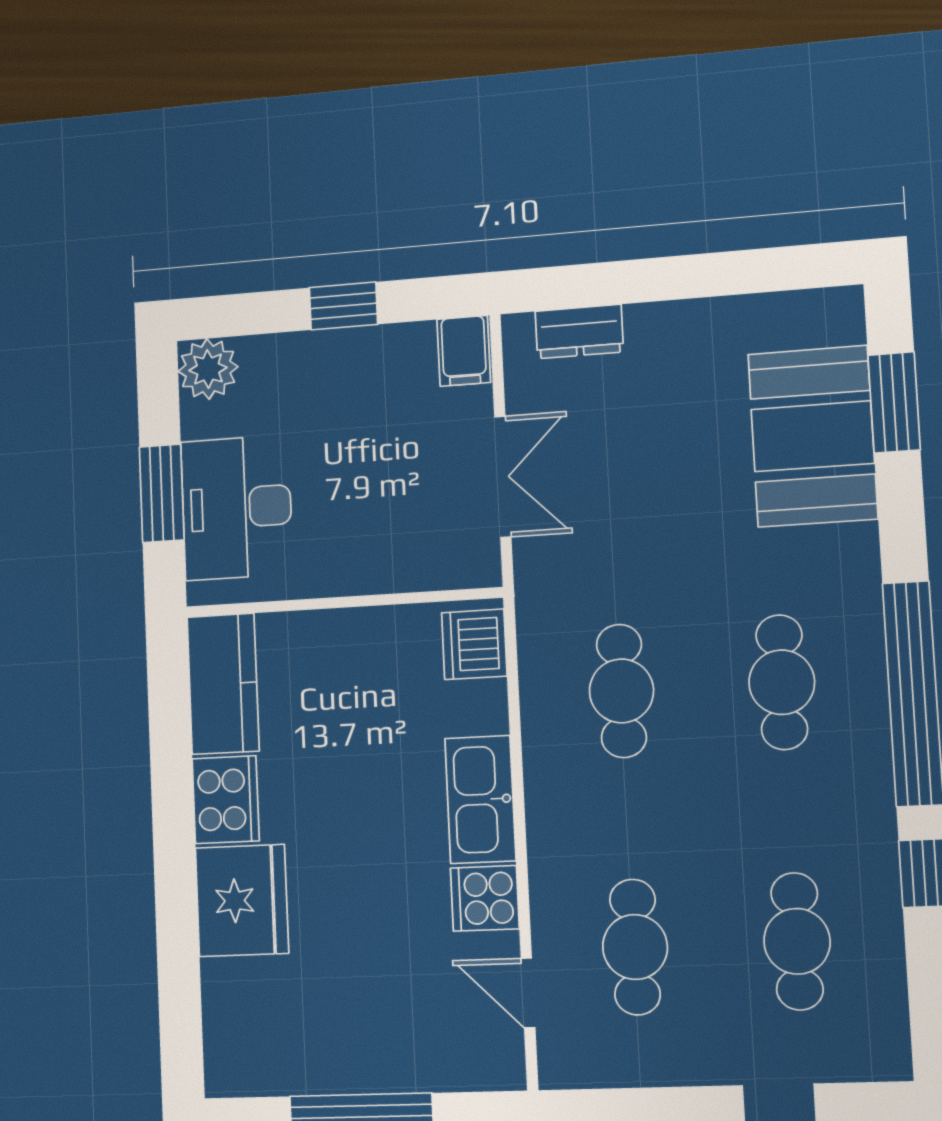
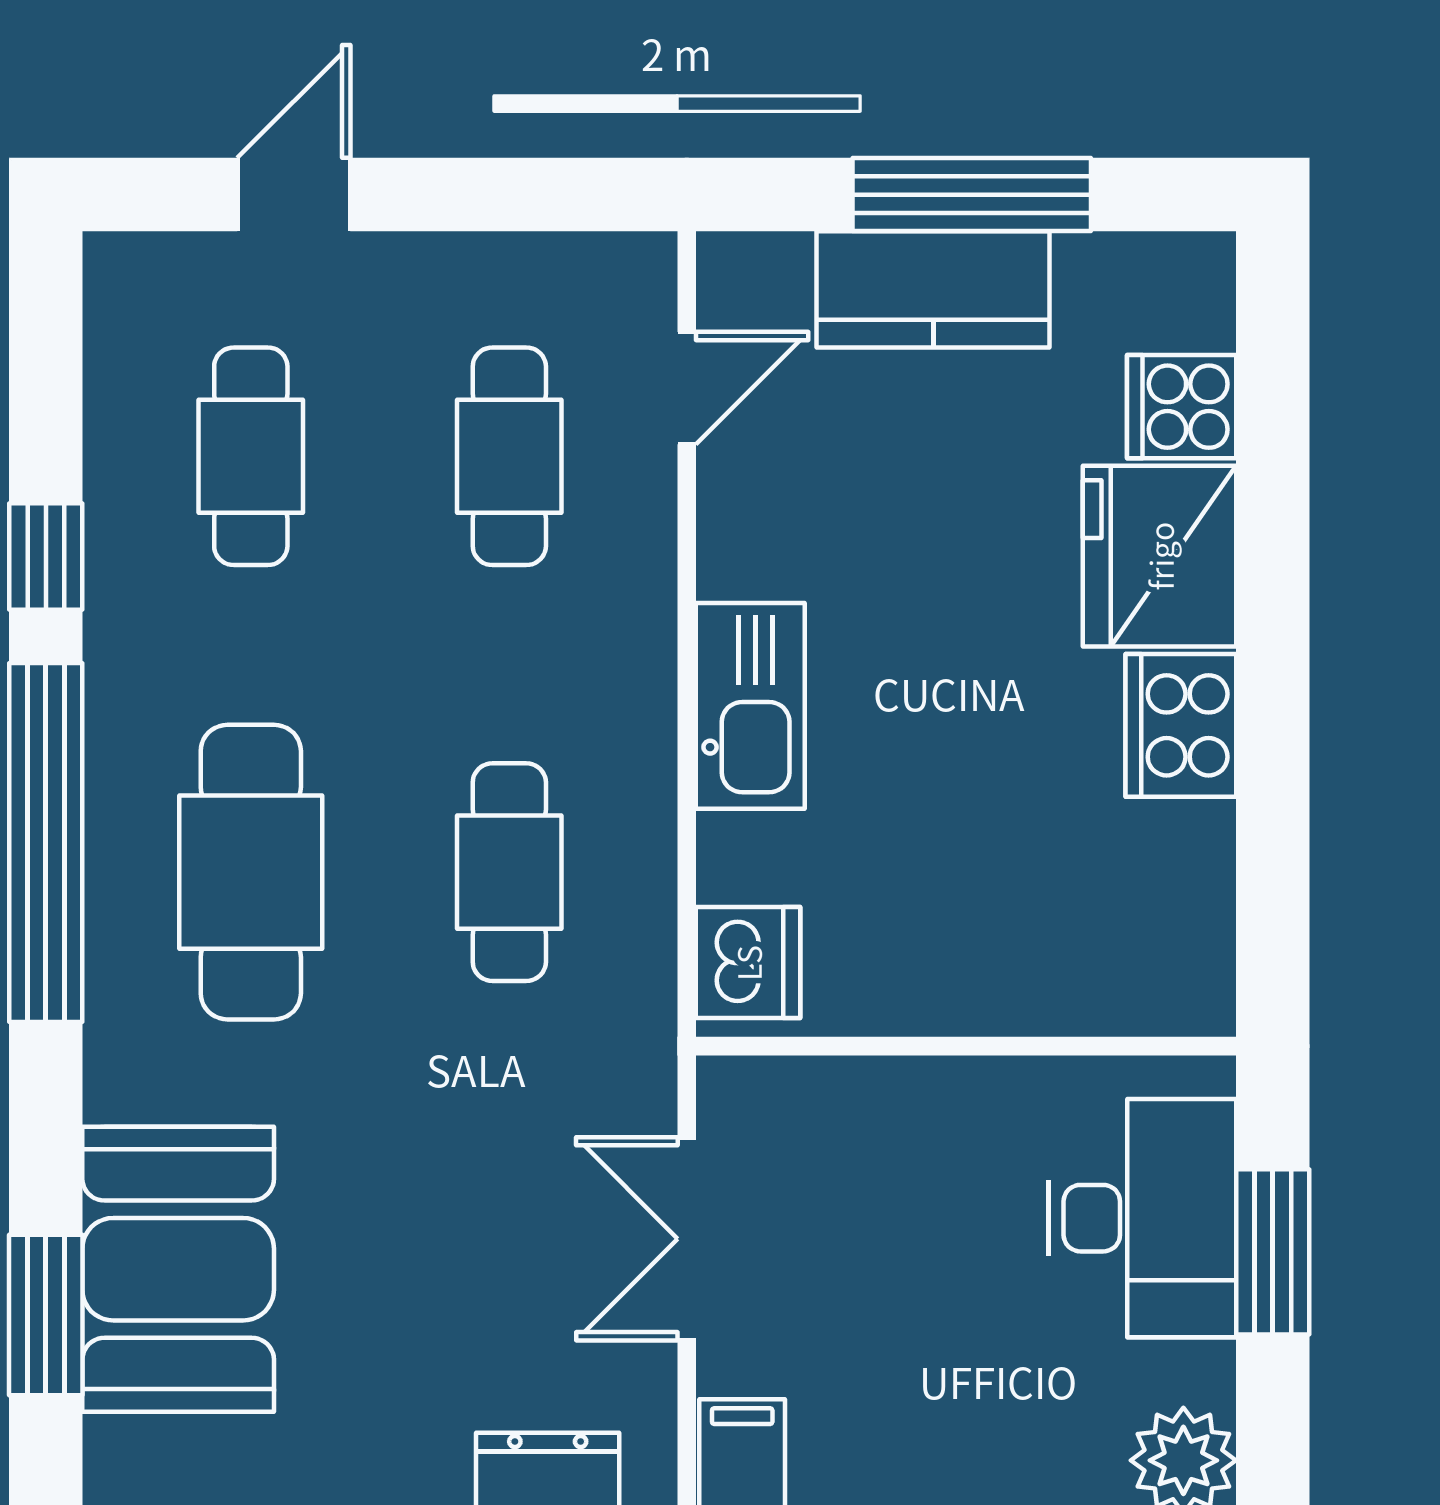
cafe table: (782, 682) -> (251, 872), width x1.37, depth x1.35
kitchen counter: (223, 684) -> (933, 289), moved, turned -90
cooker: (485, 898) -> (1182, 407), moved, turned 180
door: (528, 993) -> (687, 388), hinge flipped

